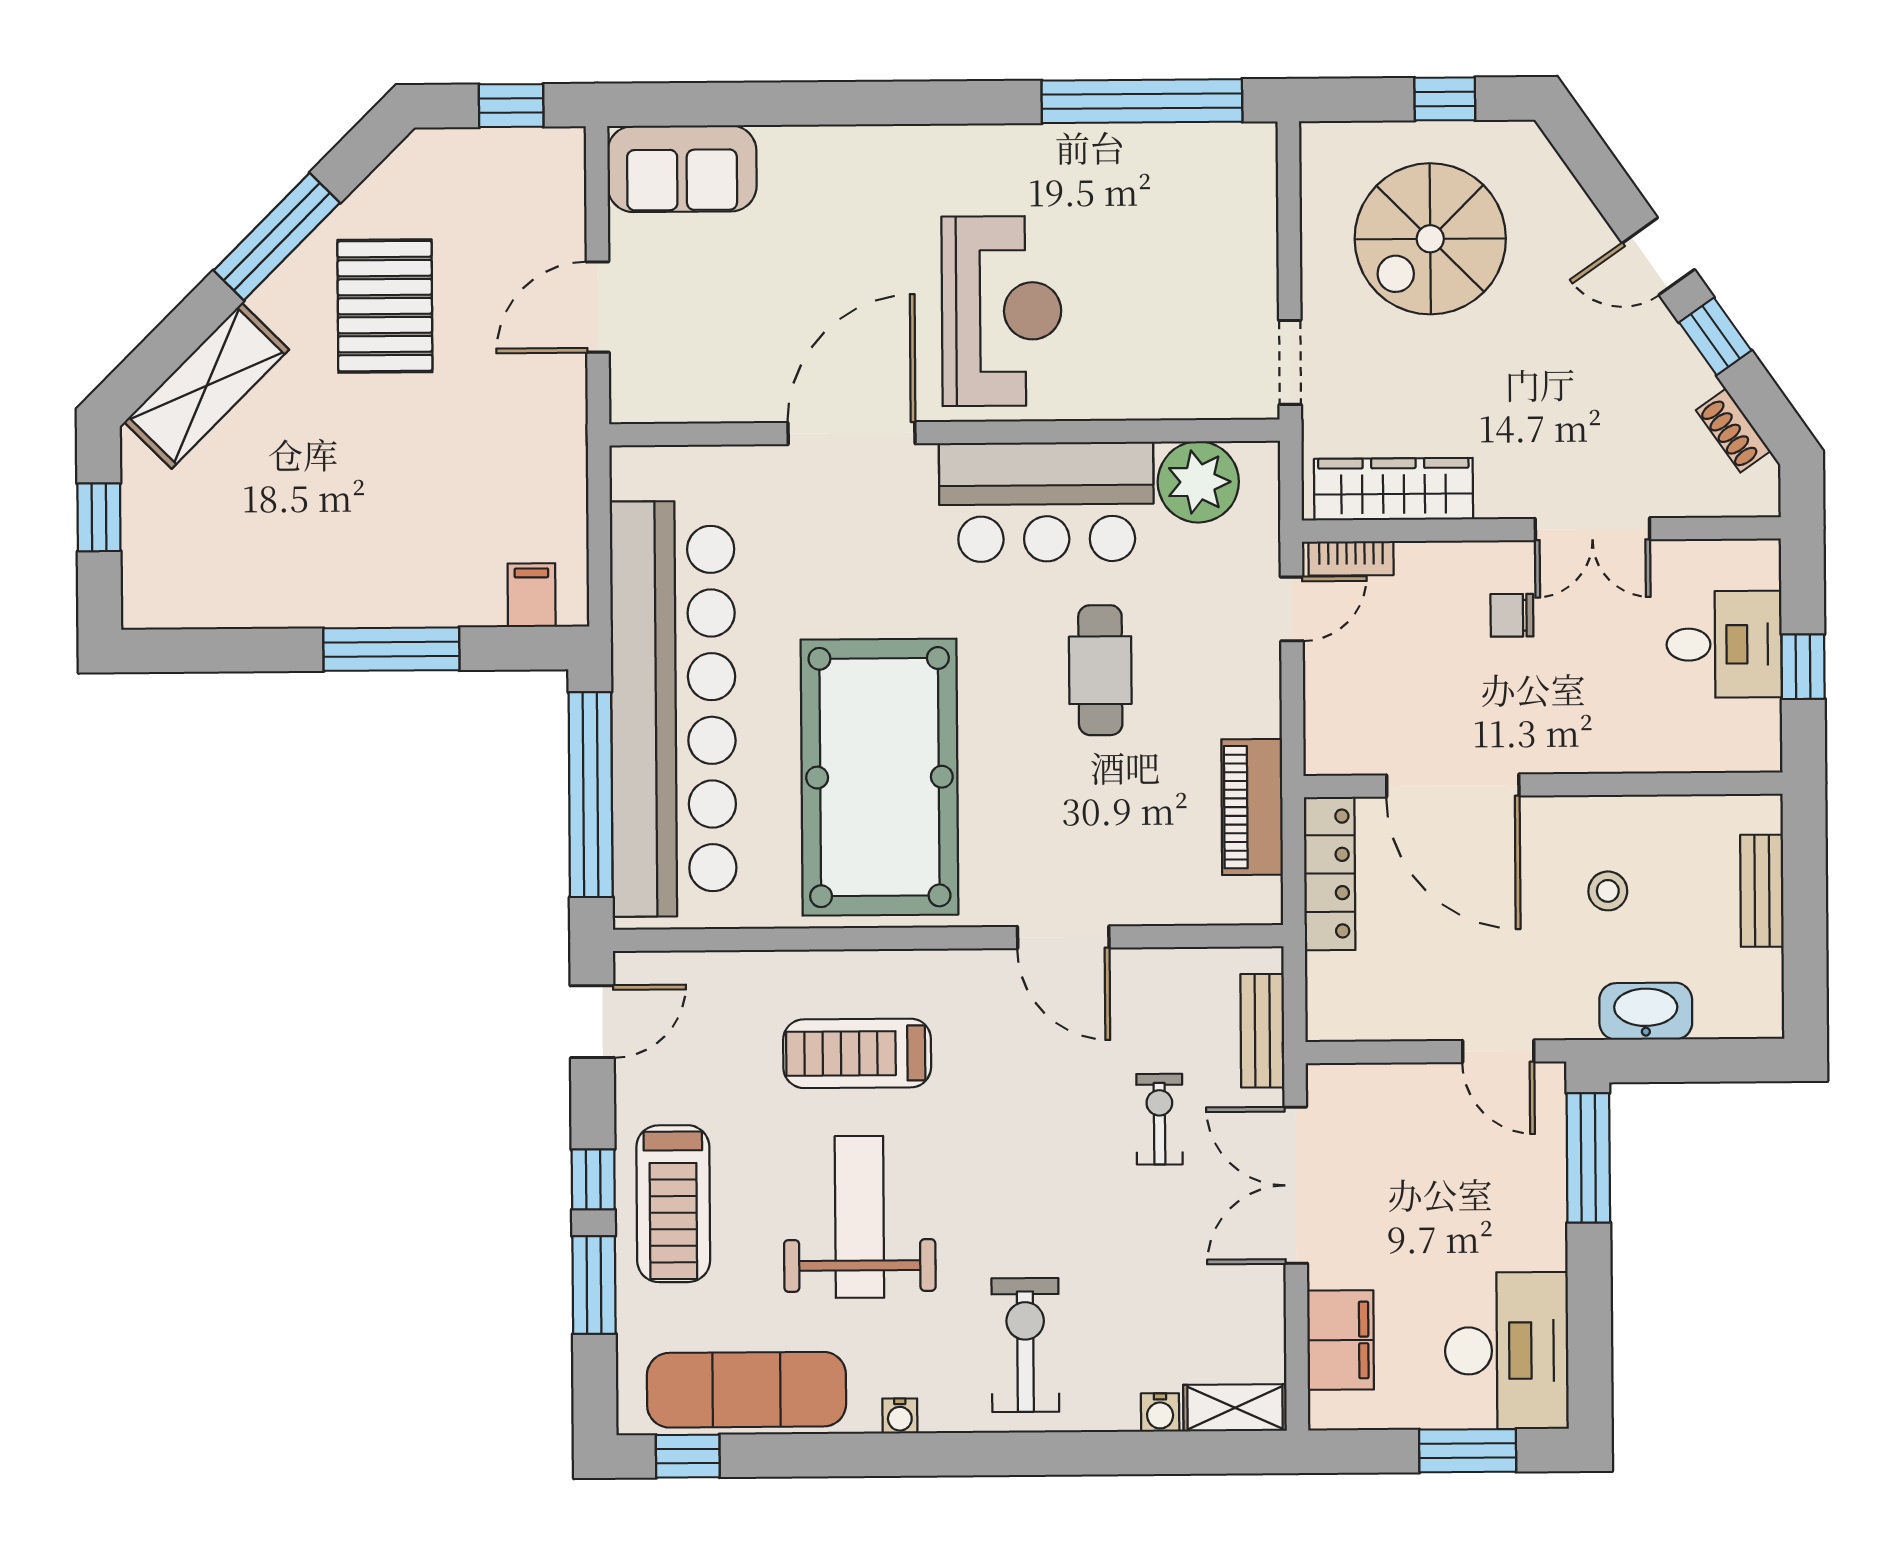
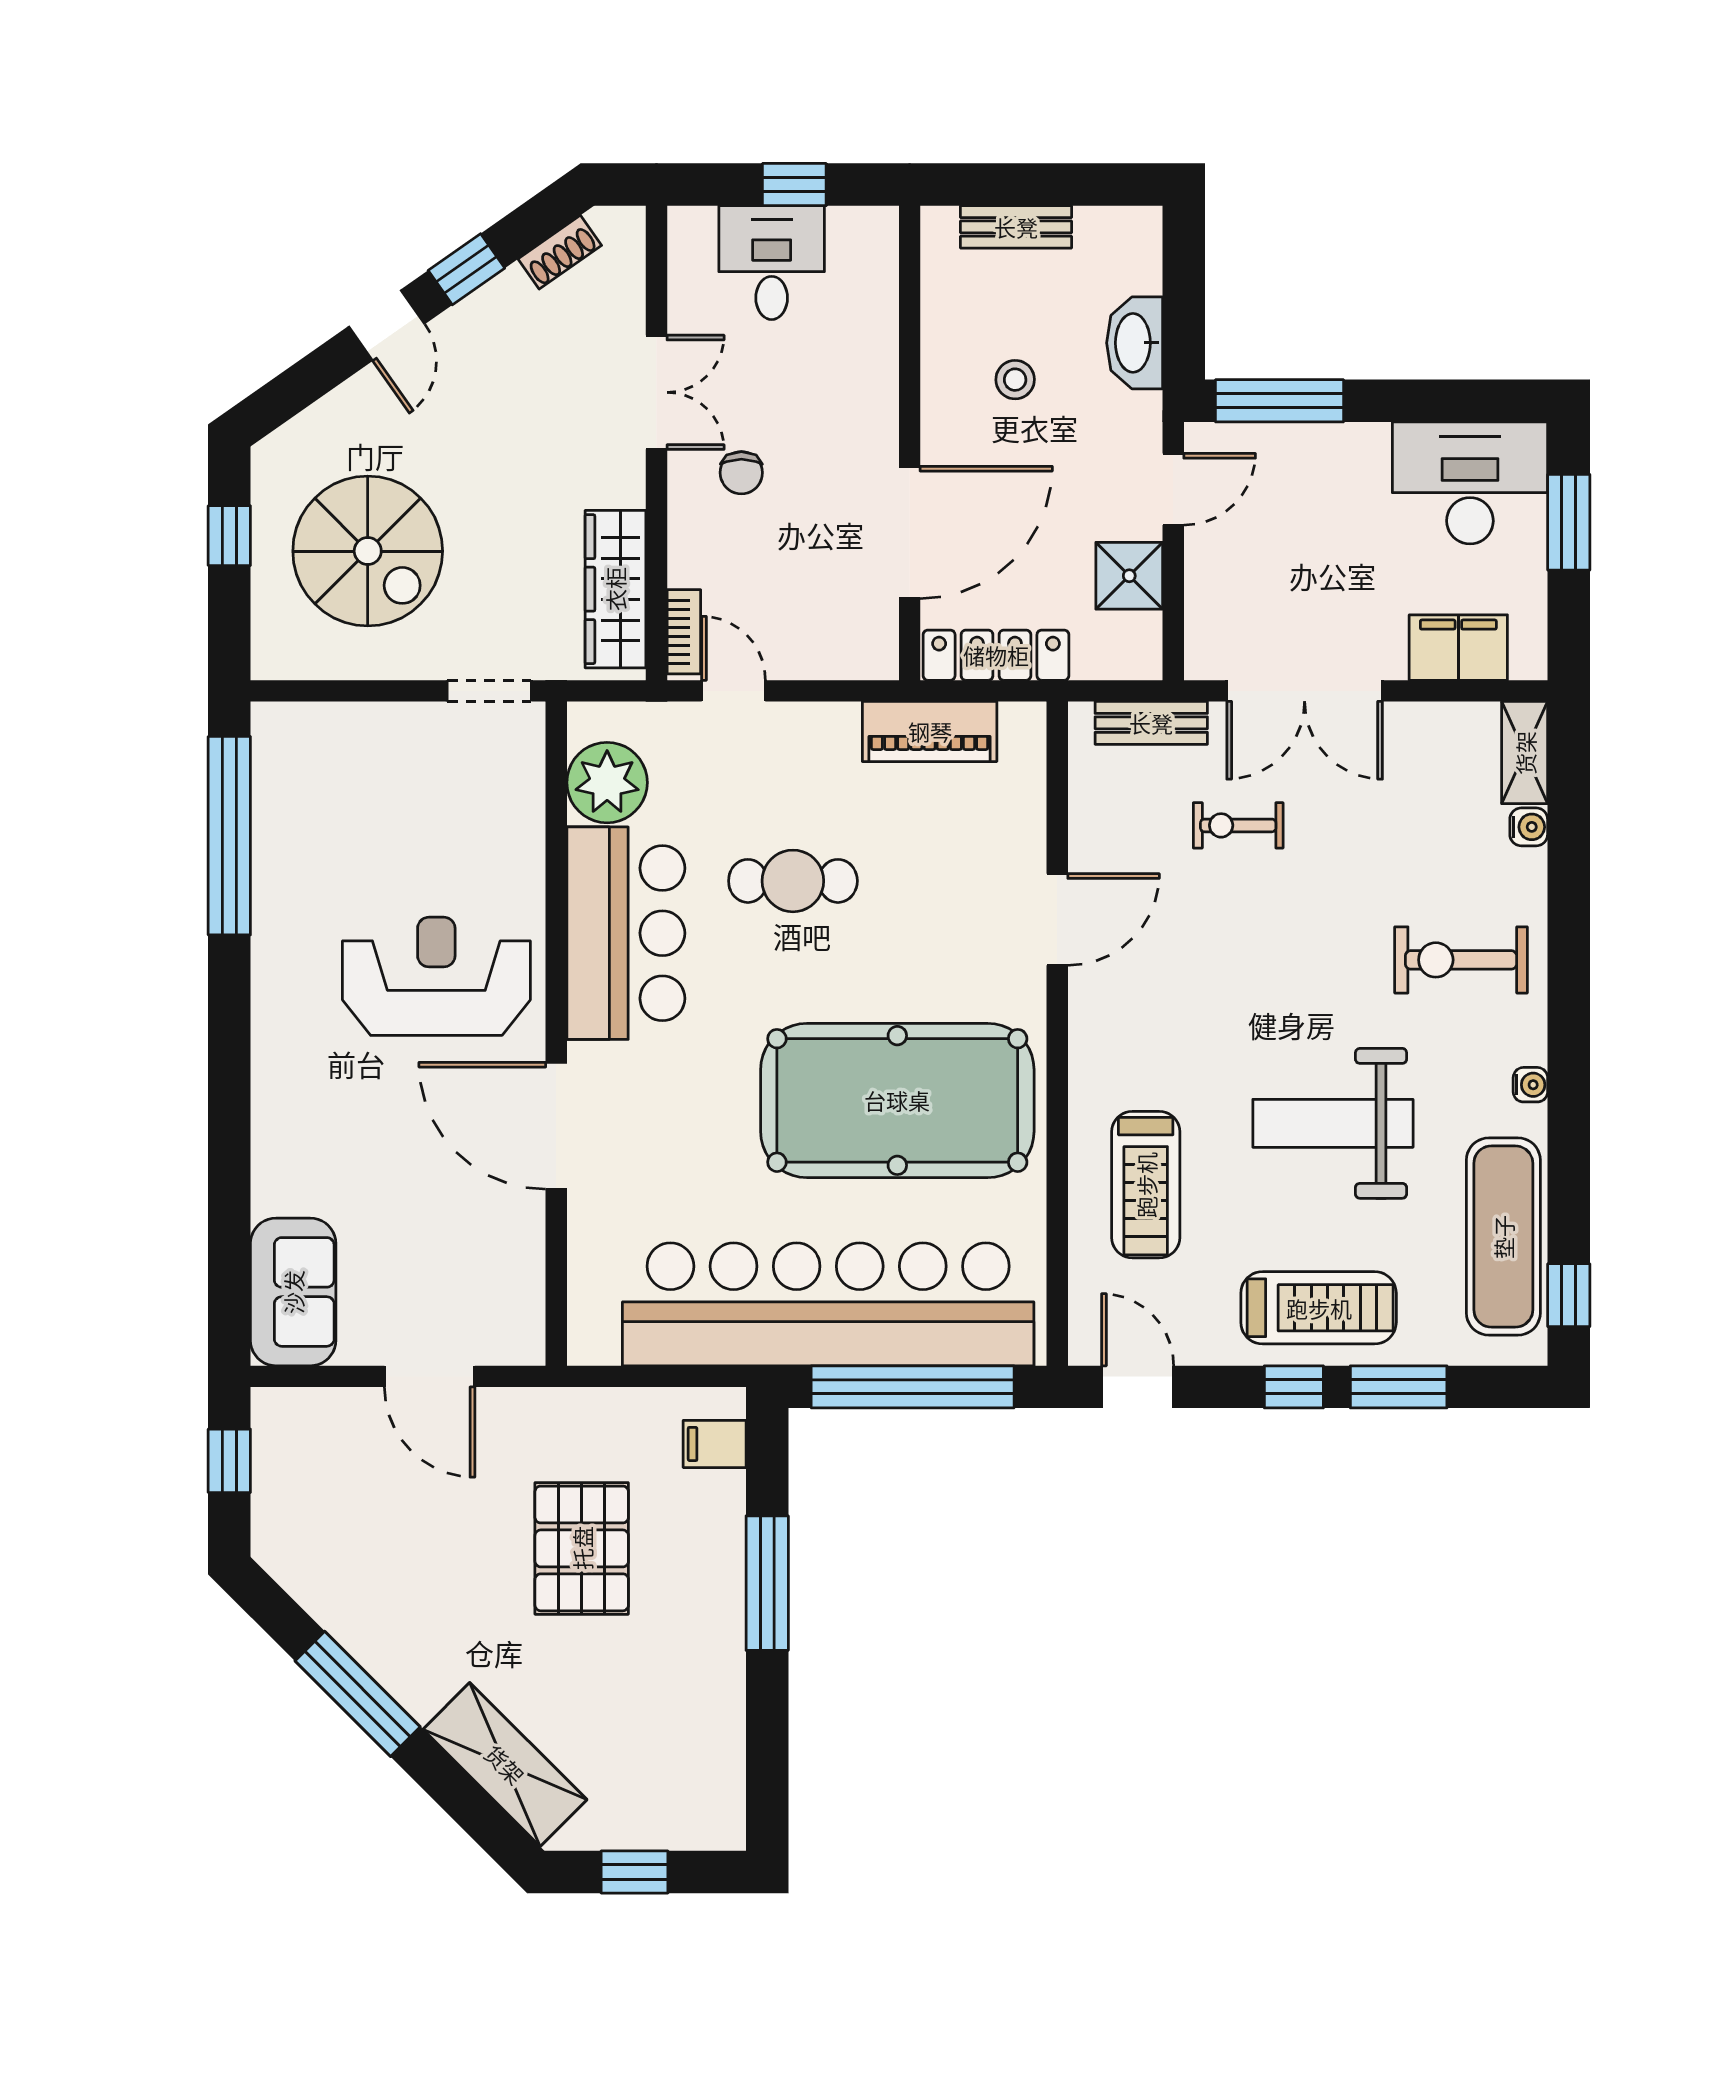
pallet: (385, 306) -> (582, 1548), moved, turned 90
shower: (1411, 1008) -> (1129, 576), added
treadmill: (857, 1053) -> (1146, 1185), moved

